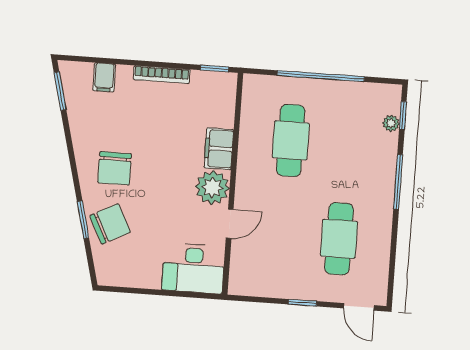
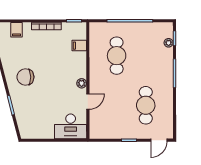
filing cabinet: (219, 149) -> (79, 46), moved, width x0.50
chair: (115, 168) -> (25, 77), turned 90
plant: (212, 188) -> (82, 83), width x0.53, depth x0.53
chair: (110, 224) -> (25, 106), removed
door: (359, 307) -> (159, 140), hinge flipped

